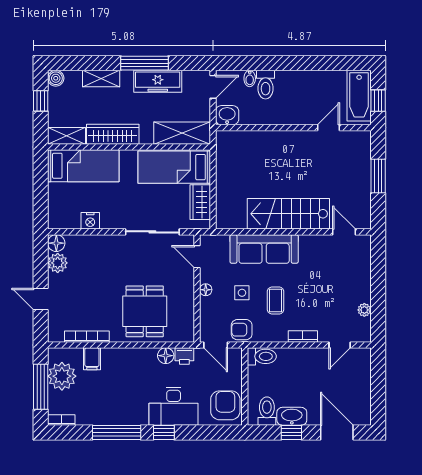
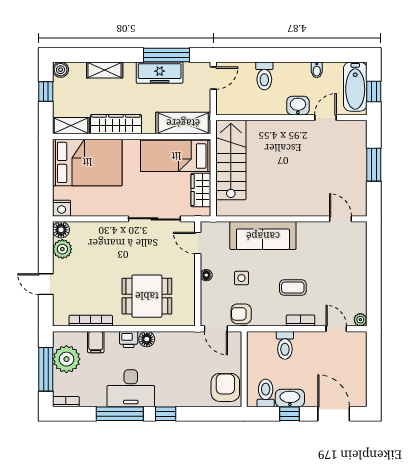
window: (145, 63) -> (166, 55), moved
bidet: (250, 78) -> (317, 70), moved
washbasin: (227, 115) -> (298, 106), moved
bed: (83, 166) -> (87, 162), width x1.50
stairs: (288, 214) -> (231, 160), moved, turned 90
nightstand: (90, 221) -> (62, 208), moved
coffee table: (276, 300) -> (293, 287), moved, turned 90
plant: (364, 310) -> (360, 320), moved
dining table: (145, 311) -> (147, 296), turned 90
door: (340, 345) -> (336, 329), swing flipped
floor lamp: (166, 356) -> (147, 339), moved
printer: (184, 356) -> (129, 339), moved
toilet: (262, 356) -> (285, 345), moved, turned 90
desk: (174, 406) -> (131, 388), moved

